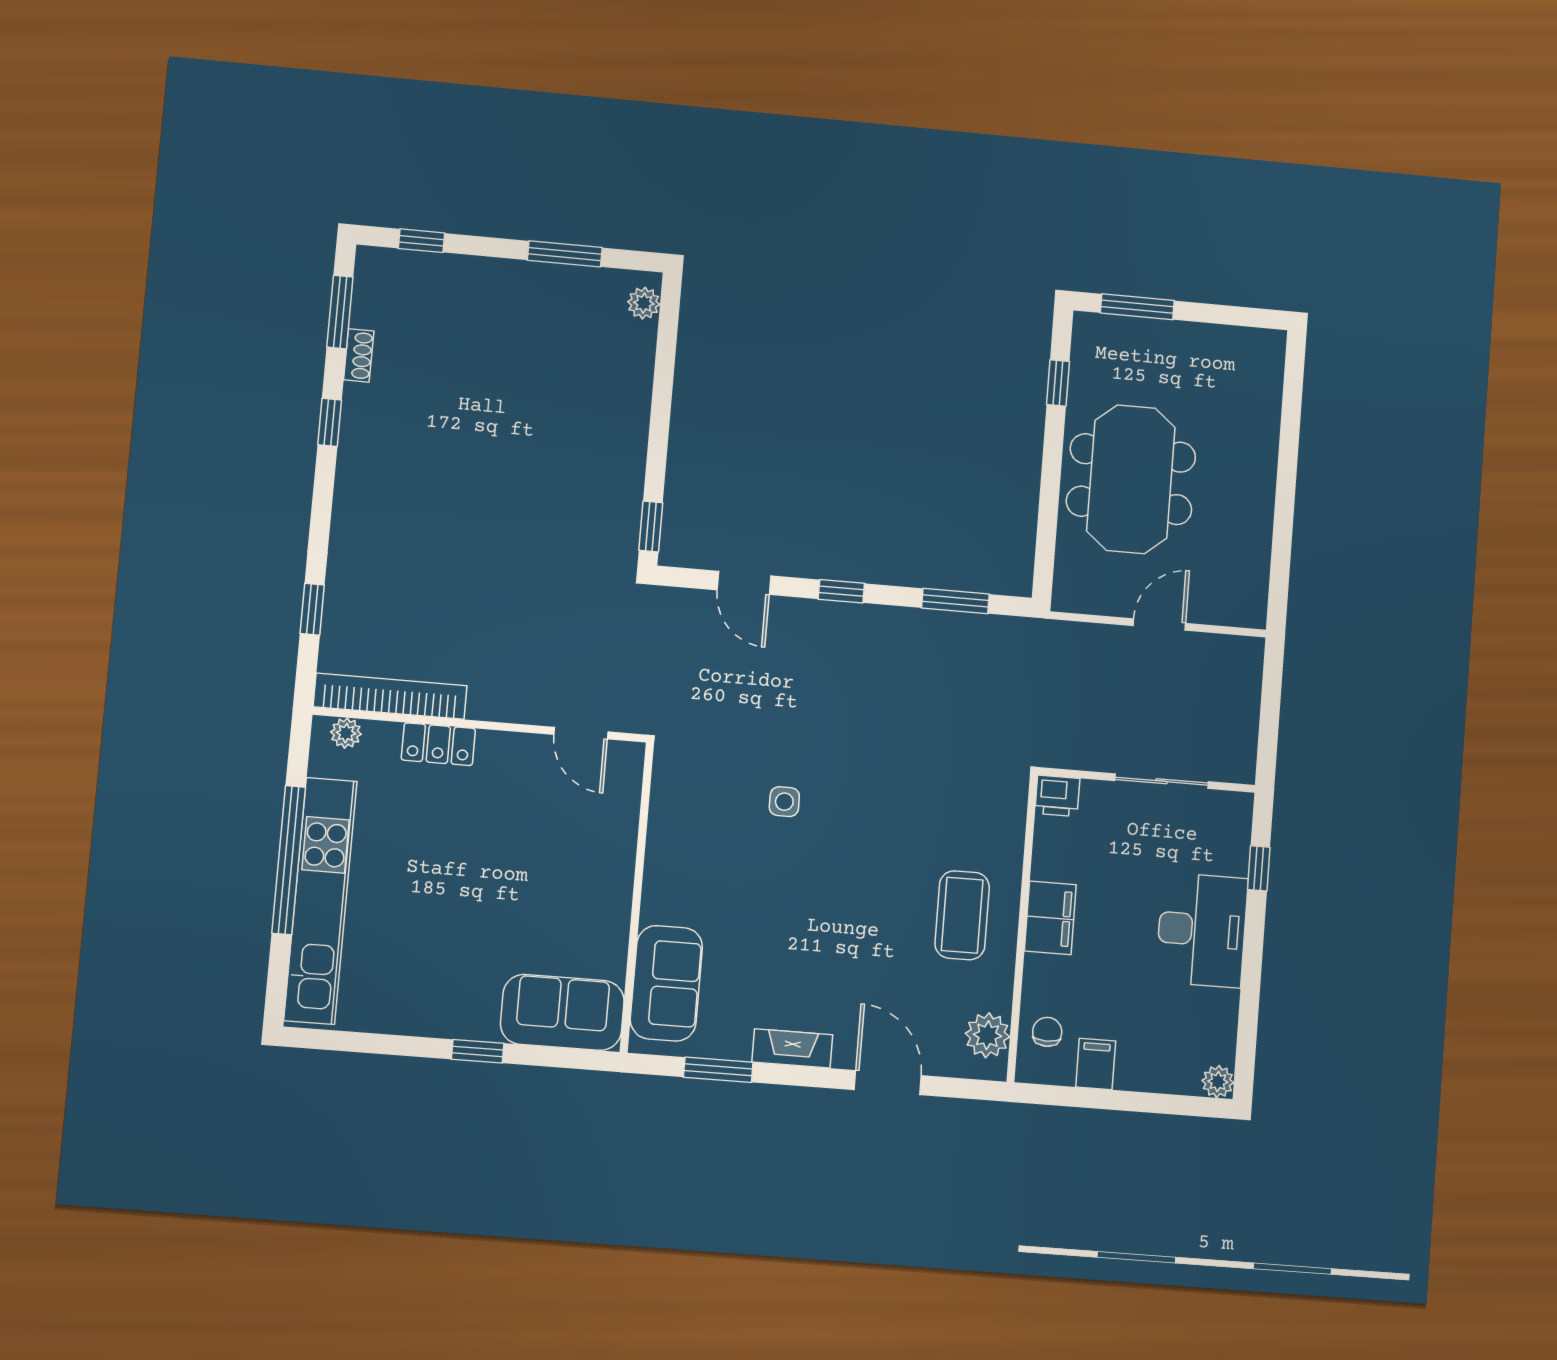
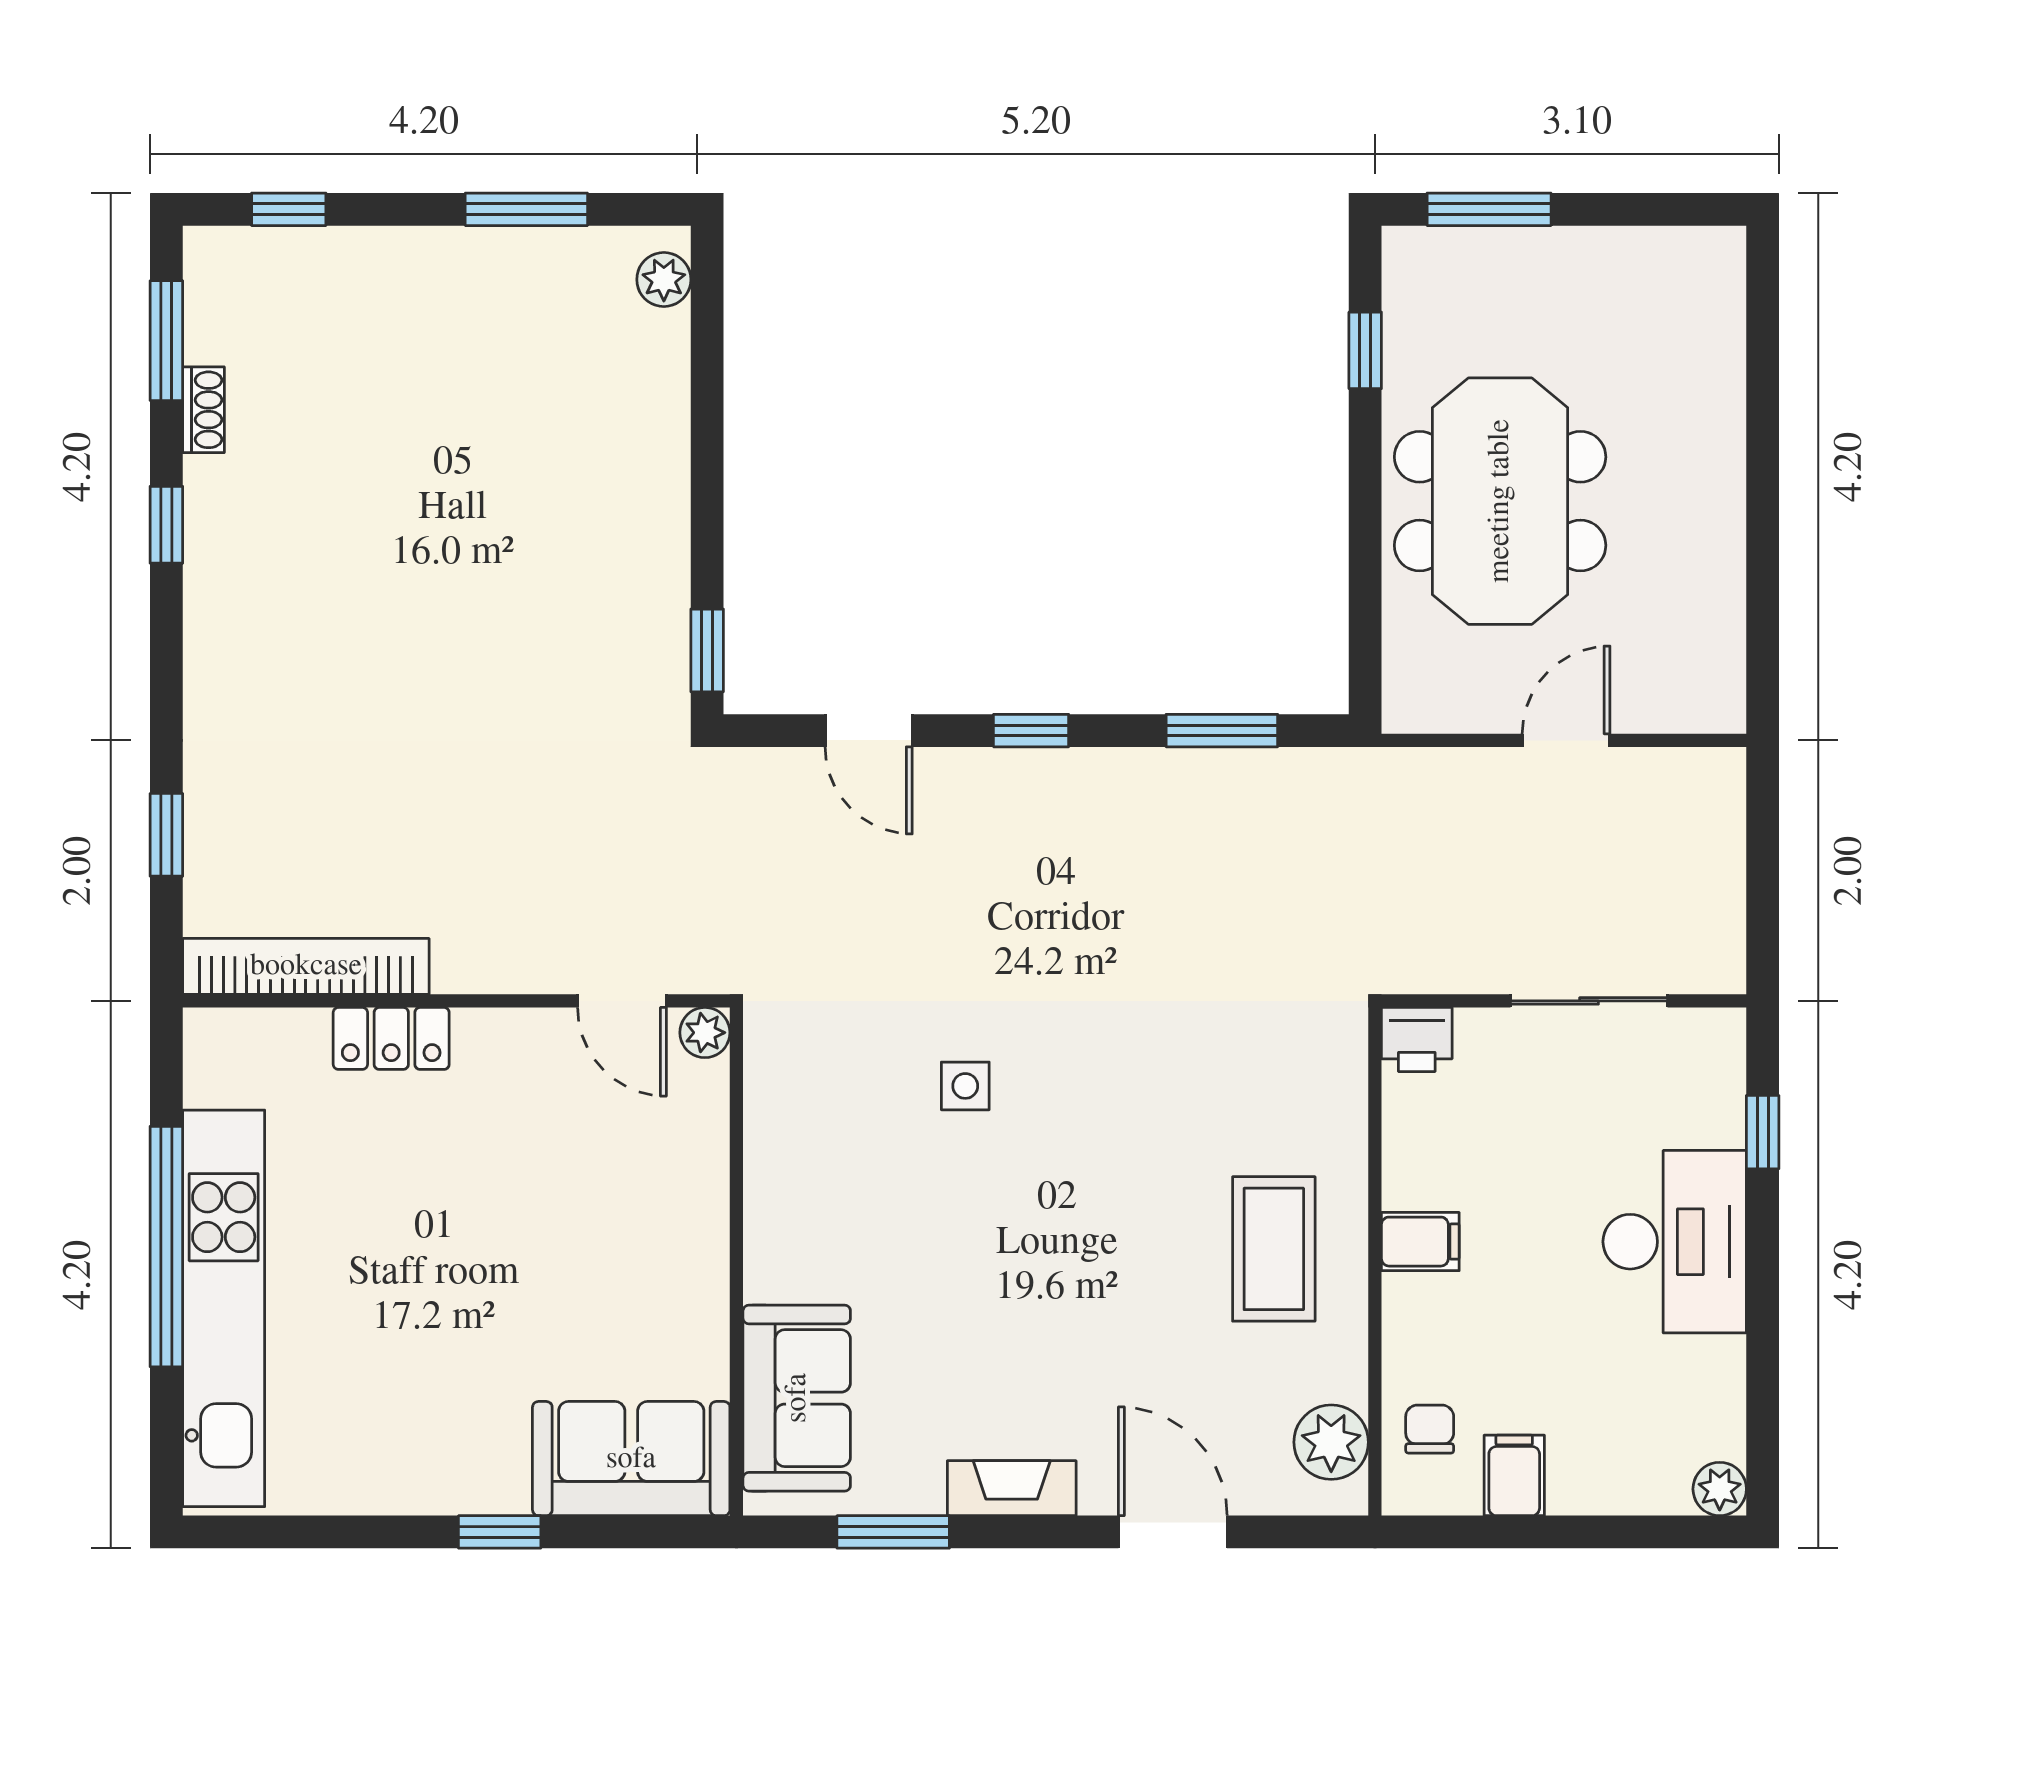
plant: (346, 733) -> (705, 1033), moved
filing cabinet: (1050, 918) -> (1420, 1242), width x0.50

